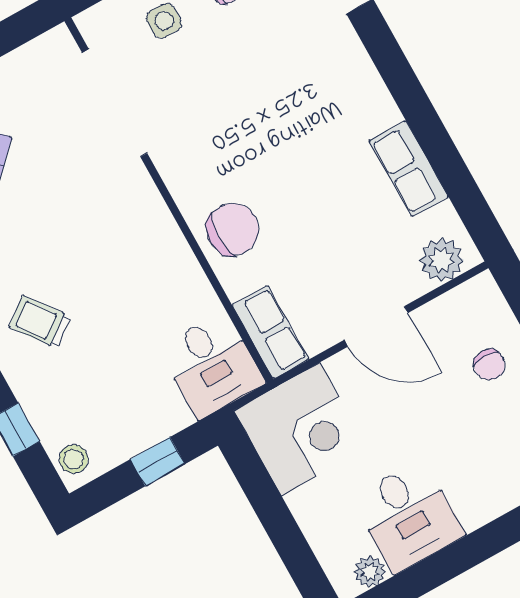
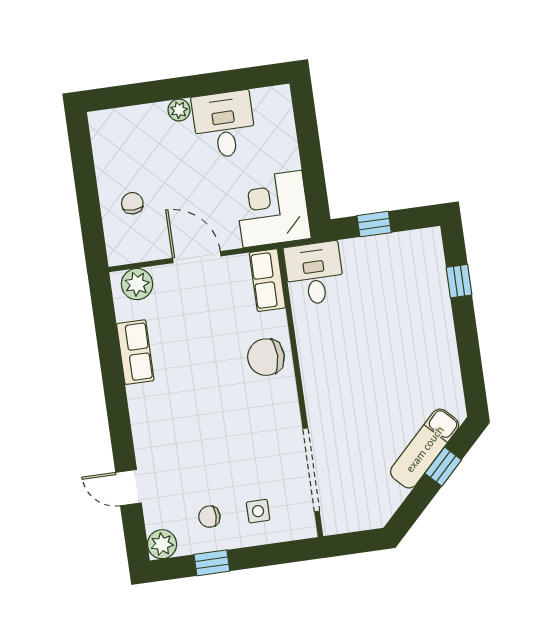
trolley: (40, 322) -> (416, 346), removed
stool: (74, 459) -> (428, 247), removed
plant: (370, 572) -> (179, 110), moved

